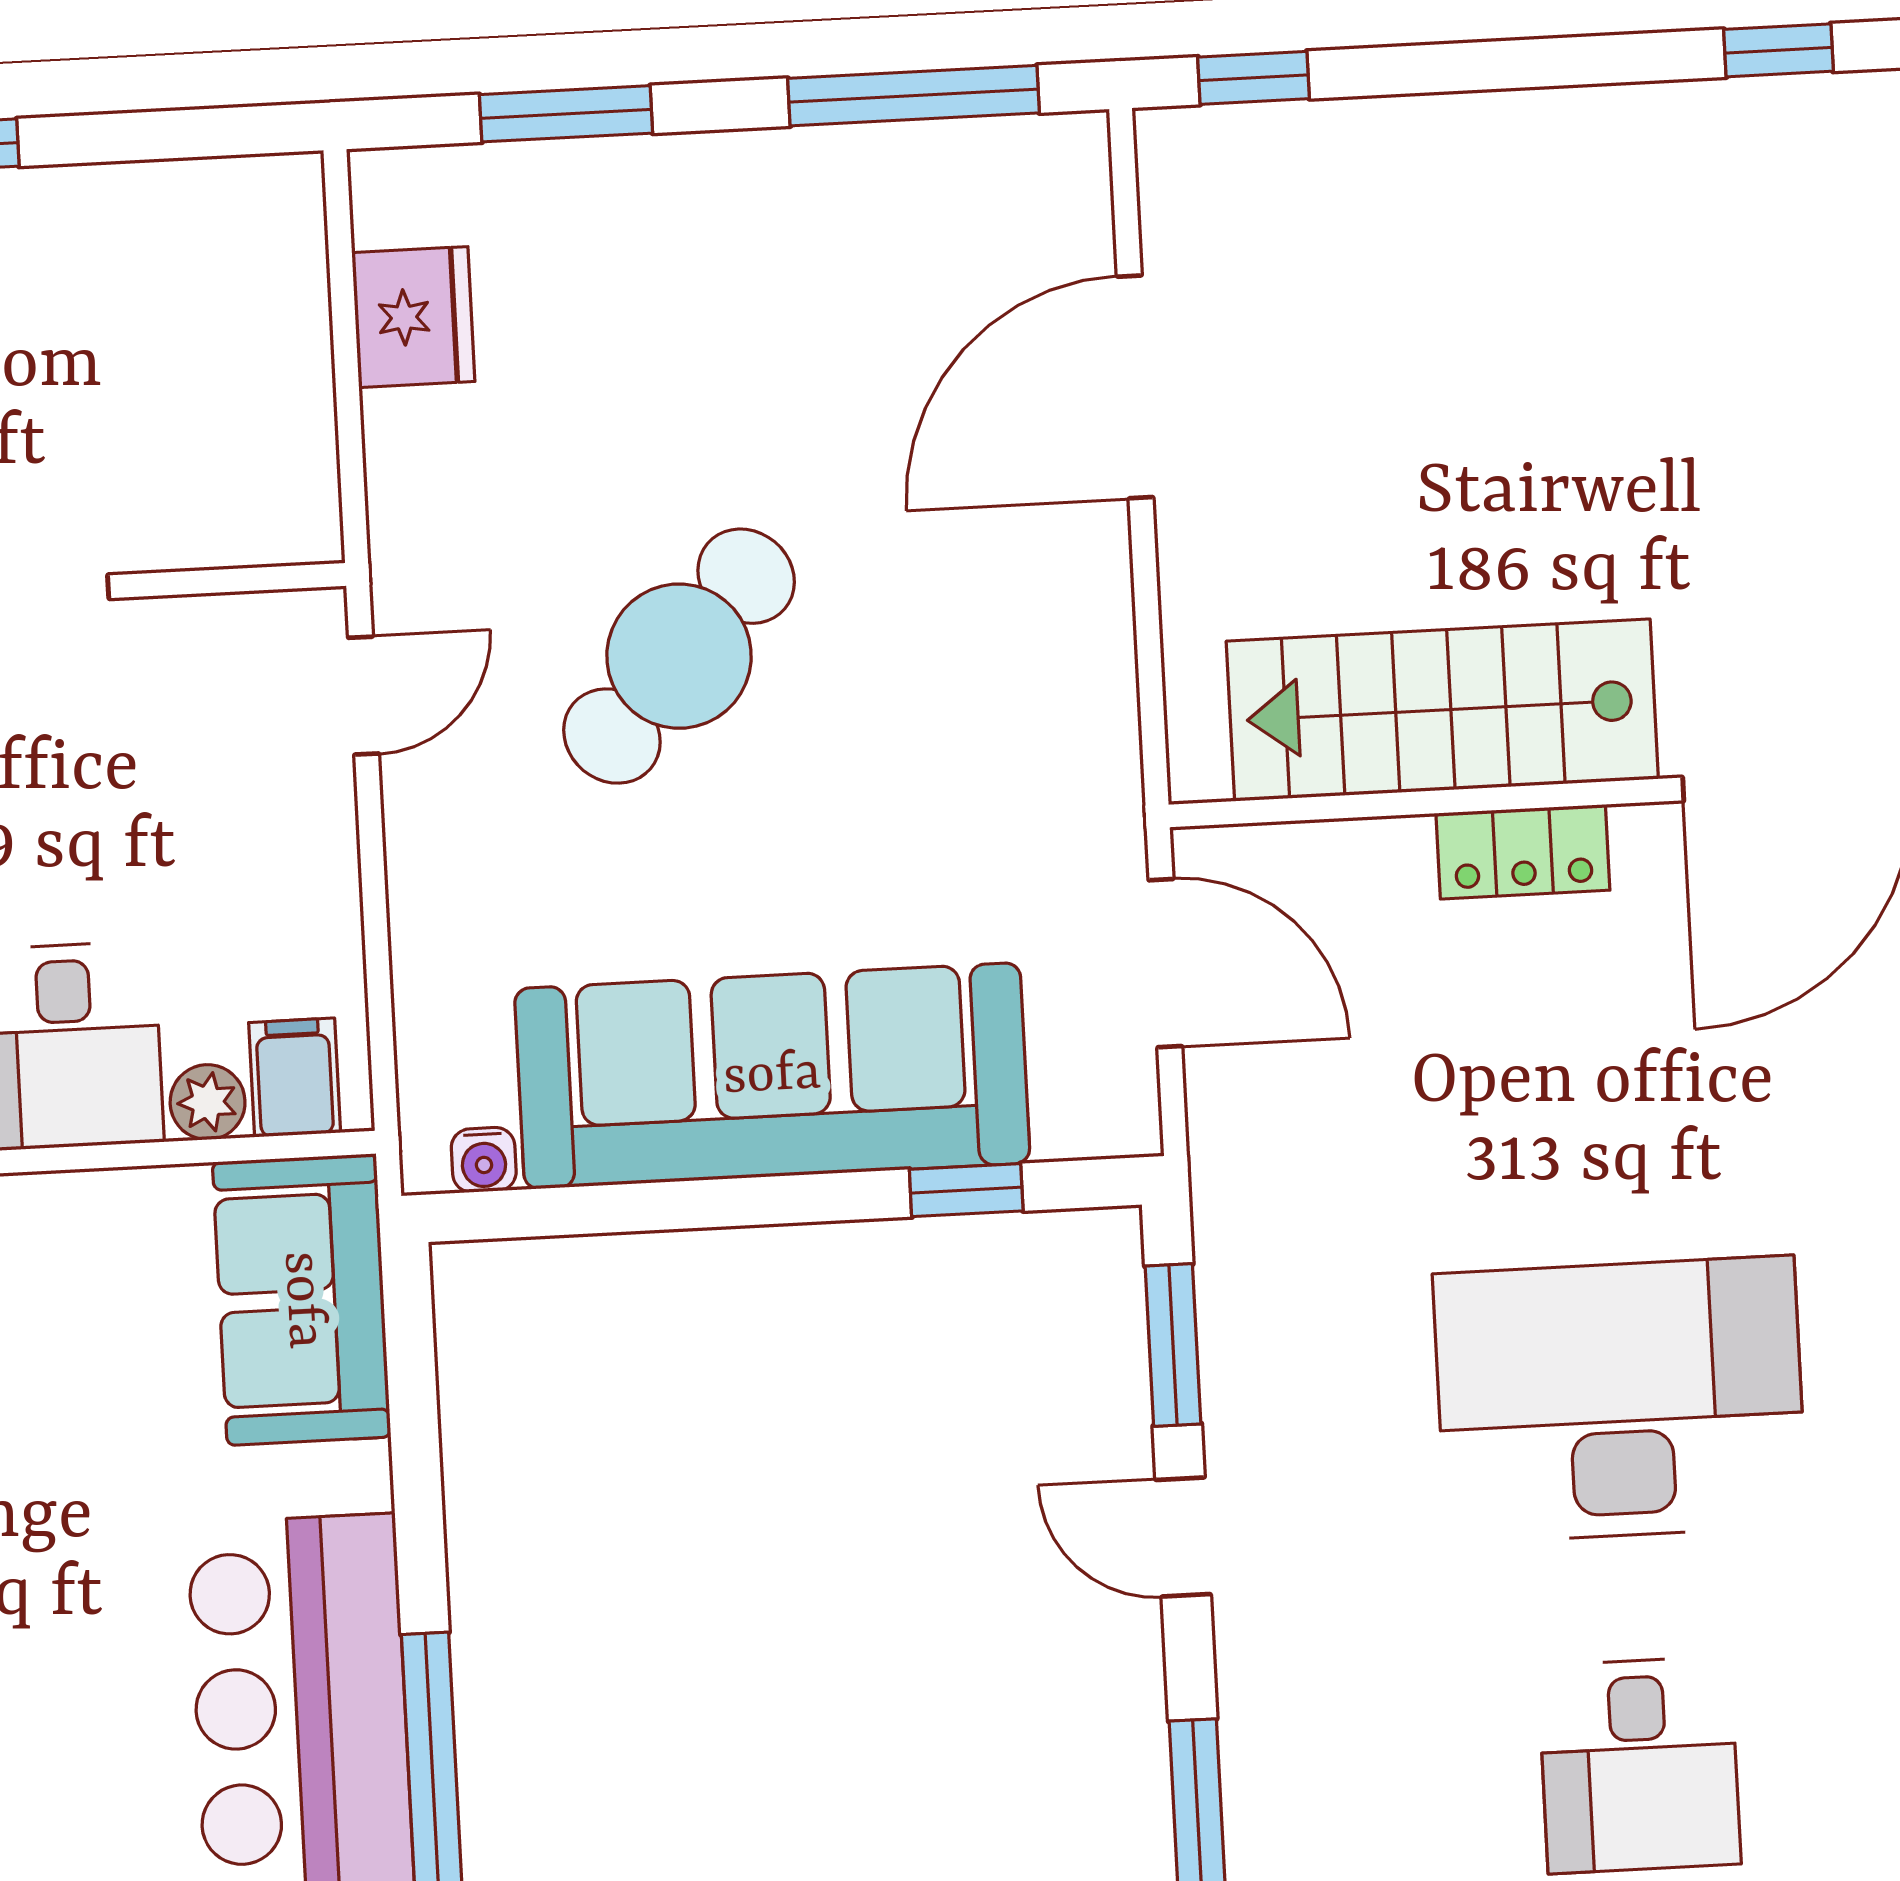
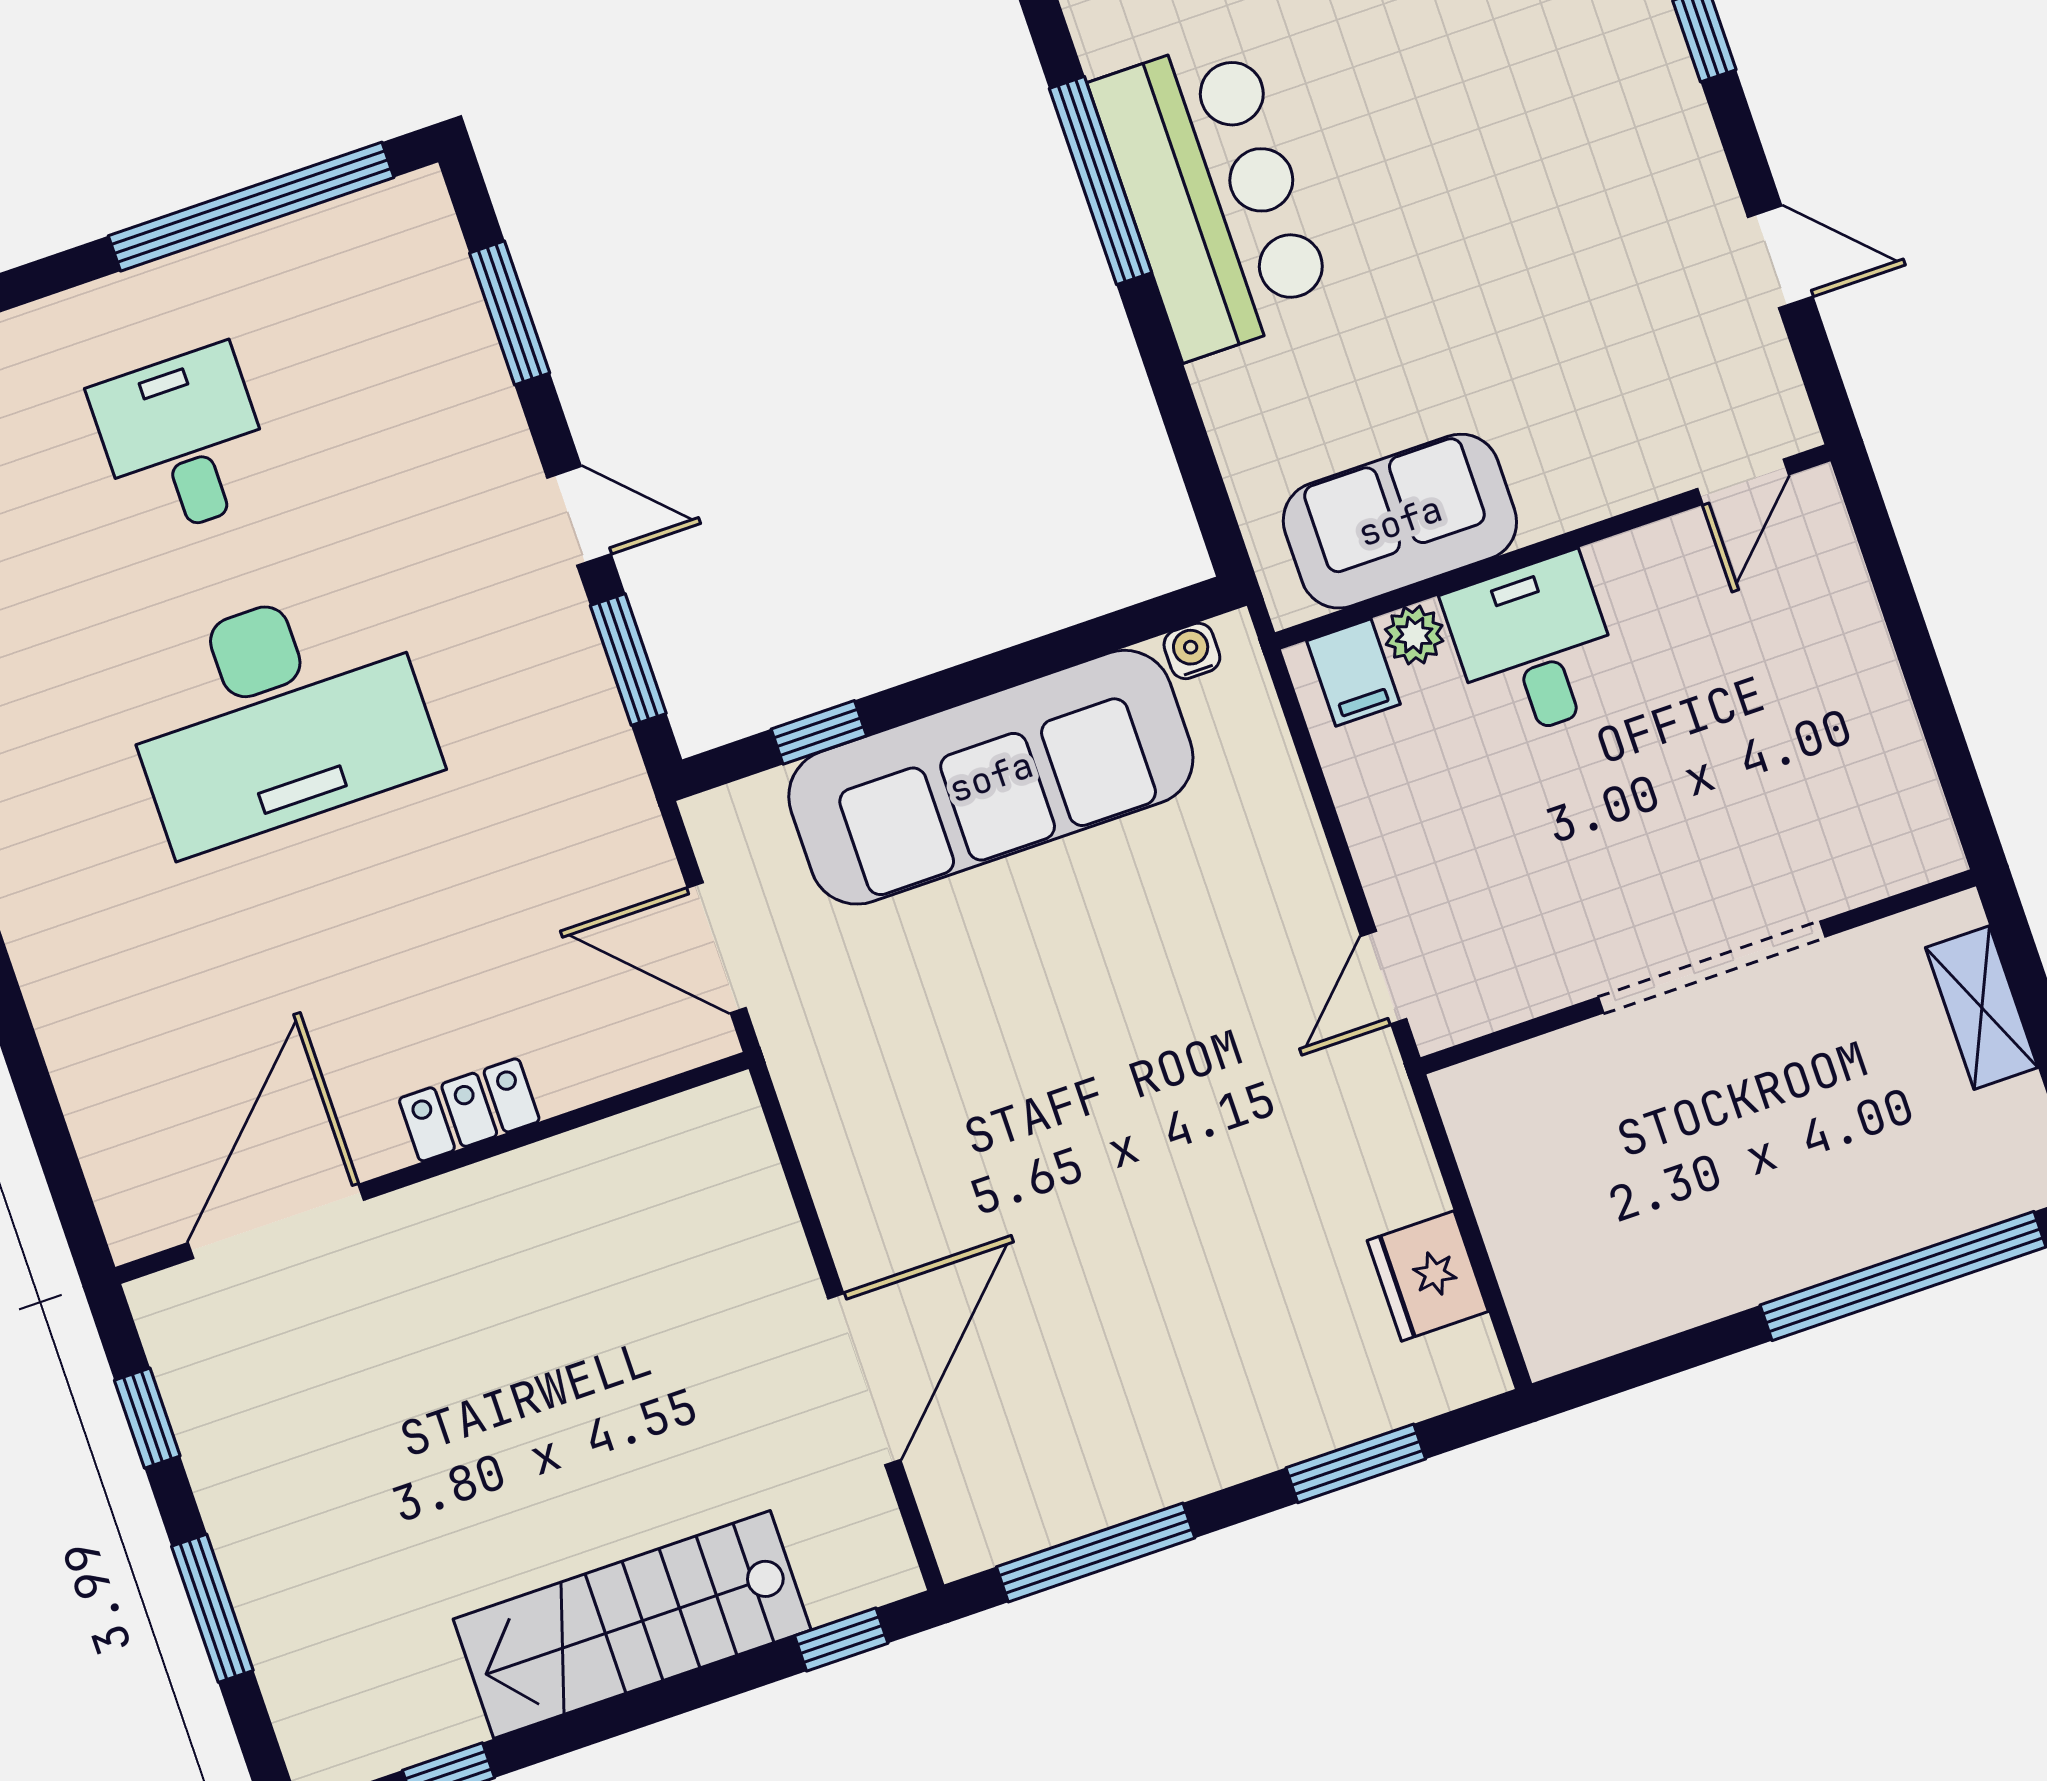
cafe table: (679, 656) -> (1153, 1076), removed
stairs: (1442, 710) -> (632, 1624), moved, turned 180
sofa: (302, 1300) -> (1400, 521), moved, turned -90

